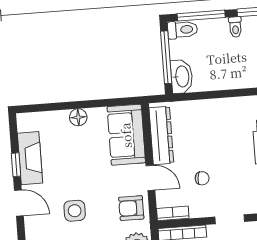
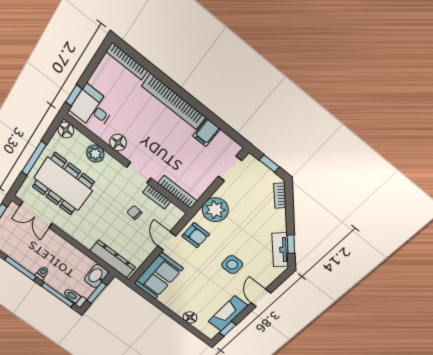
window: (166, 57) -> (97, 293), width x0.69
floor lamp: (78, 117) -> (190, 317), moved
dresser: (161, 135) -> (113, 259), moved, turned 90
window: (16, 165) -> (228, 329), moved
bookcase: (173, 213) -> (157, 197), moved

